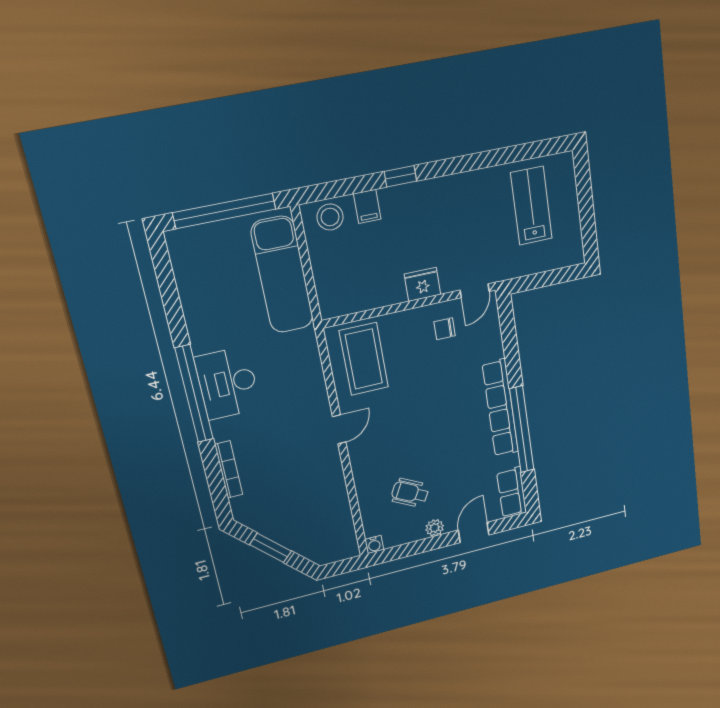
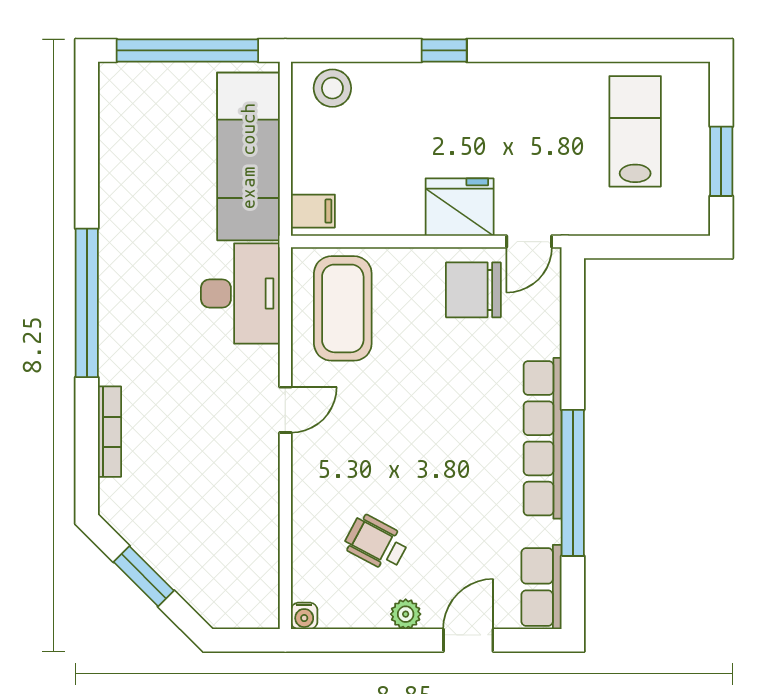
filing cabinet: (367, 206) -> (313, 211), moved, turned -90
window: (587, 214) -> (721, 161), added
fridge: (422, 284) -> (460, 207), width x1.36, depth x1.34
chair: (445, 329) -> (473, 290), width x1.87, depth x1.87
desk: (228, 383) -> (240, 293), moved, turned 180

